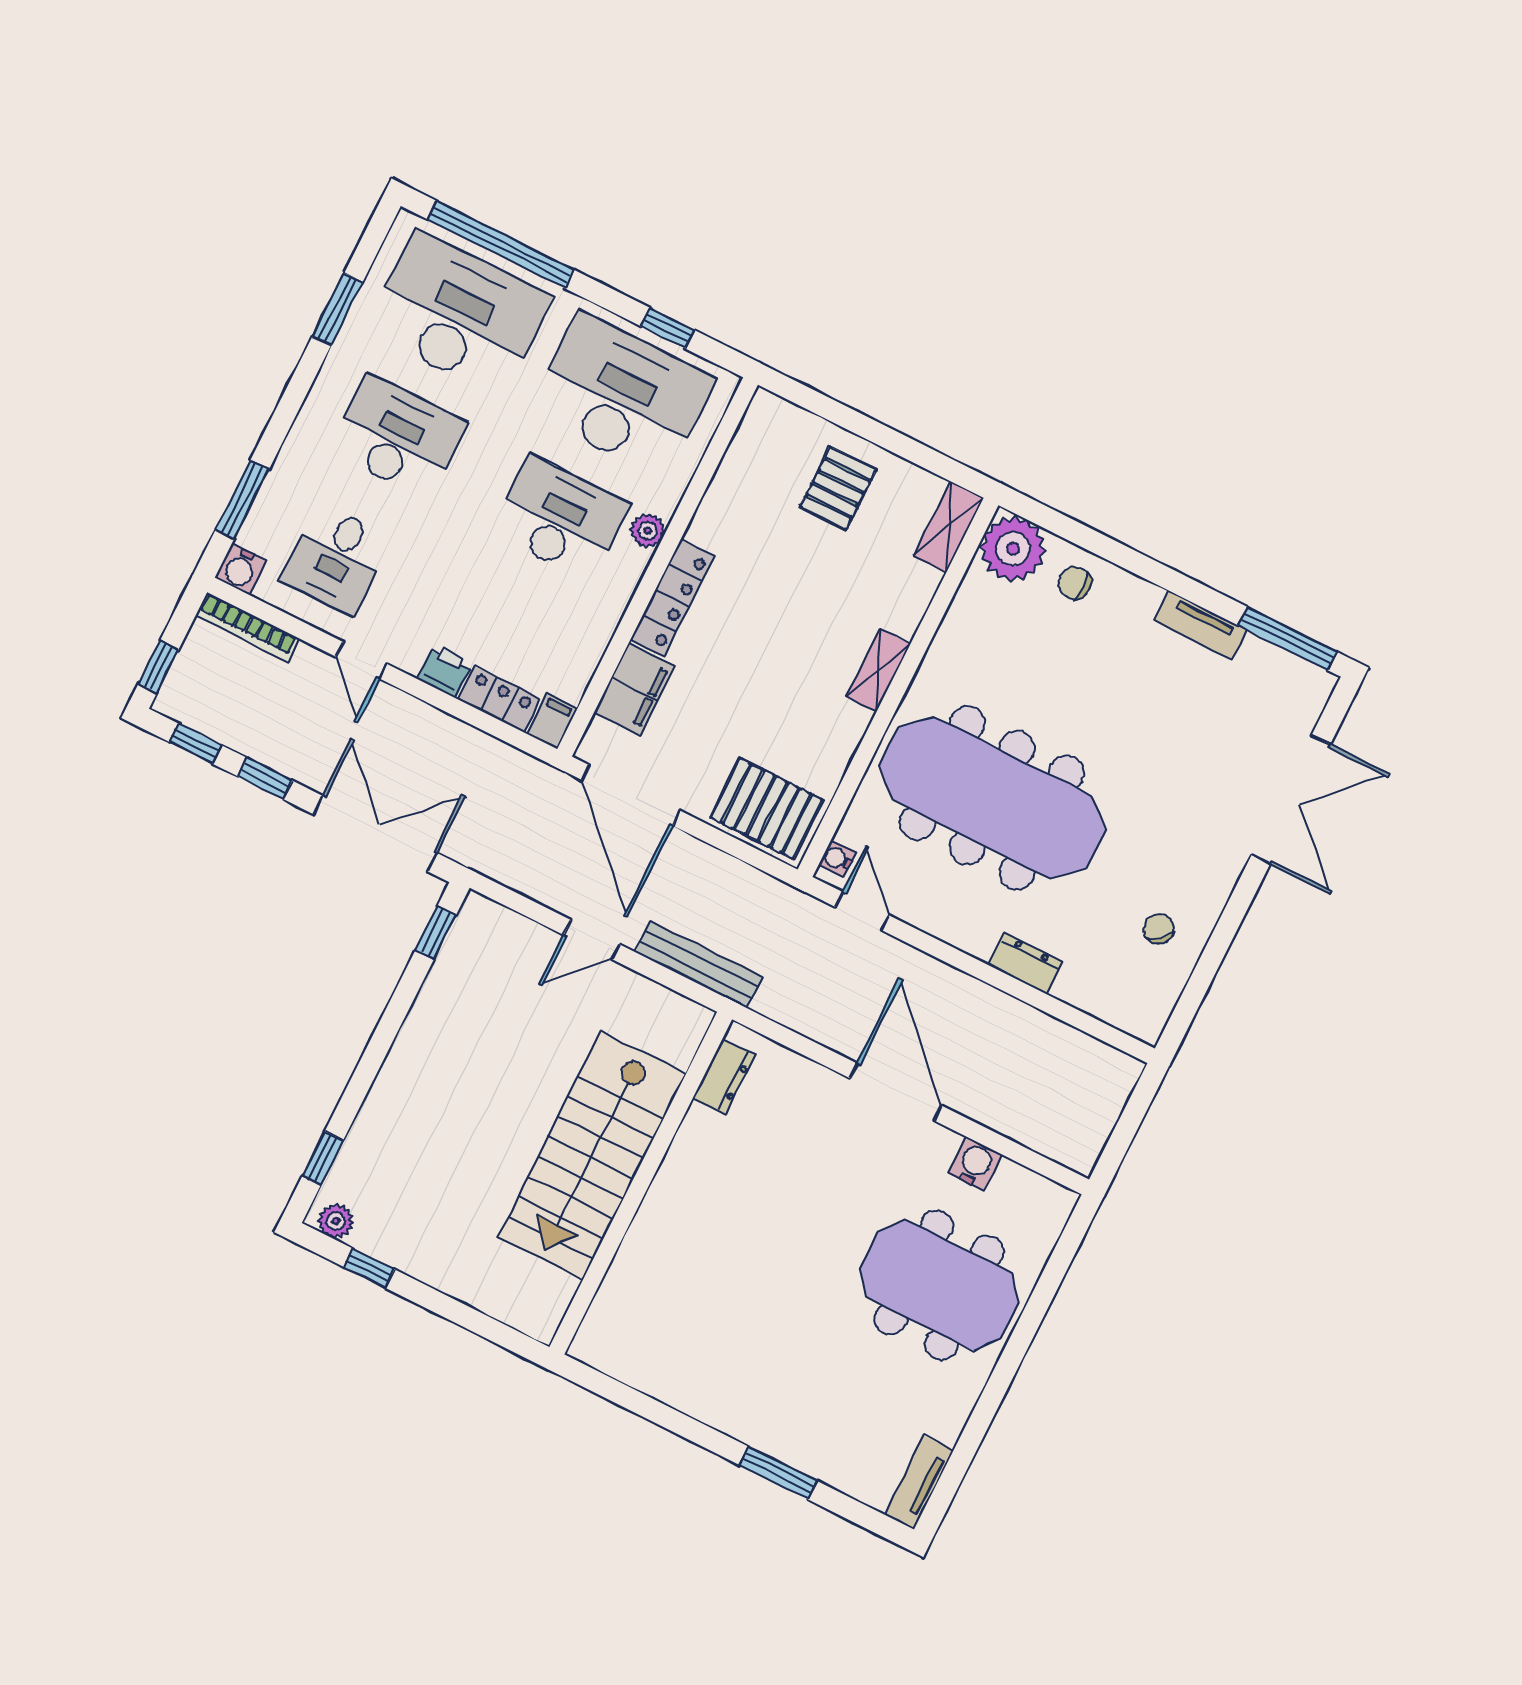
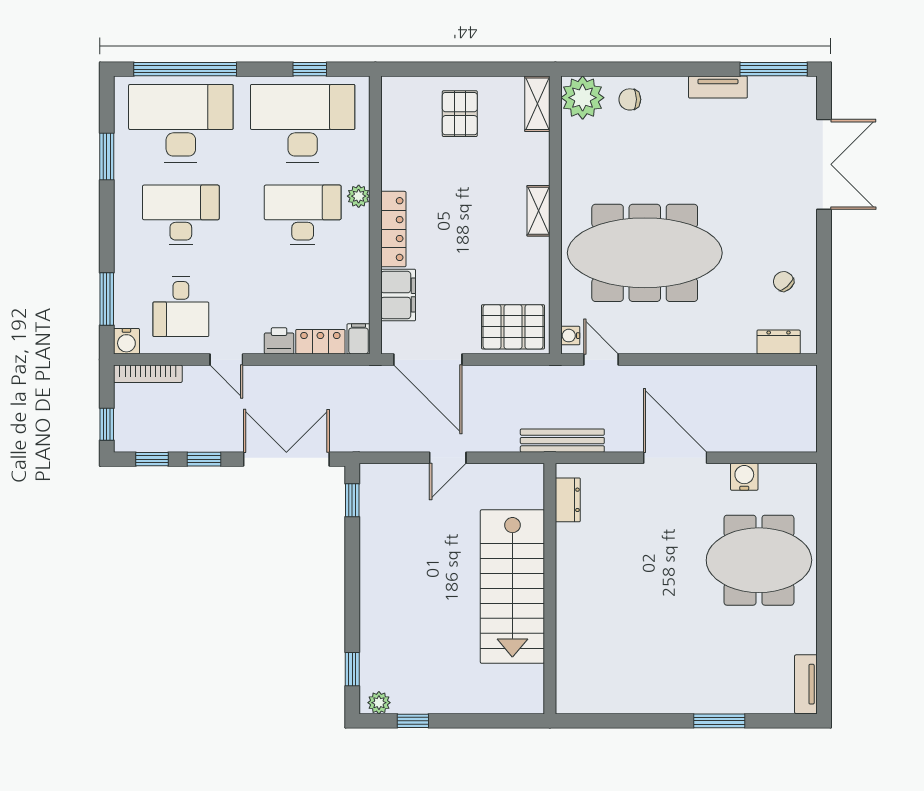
dresser: (1025, 963) -> (779, 342), moved
bench: (699, 965) -> (562, 441), moved

